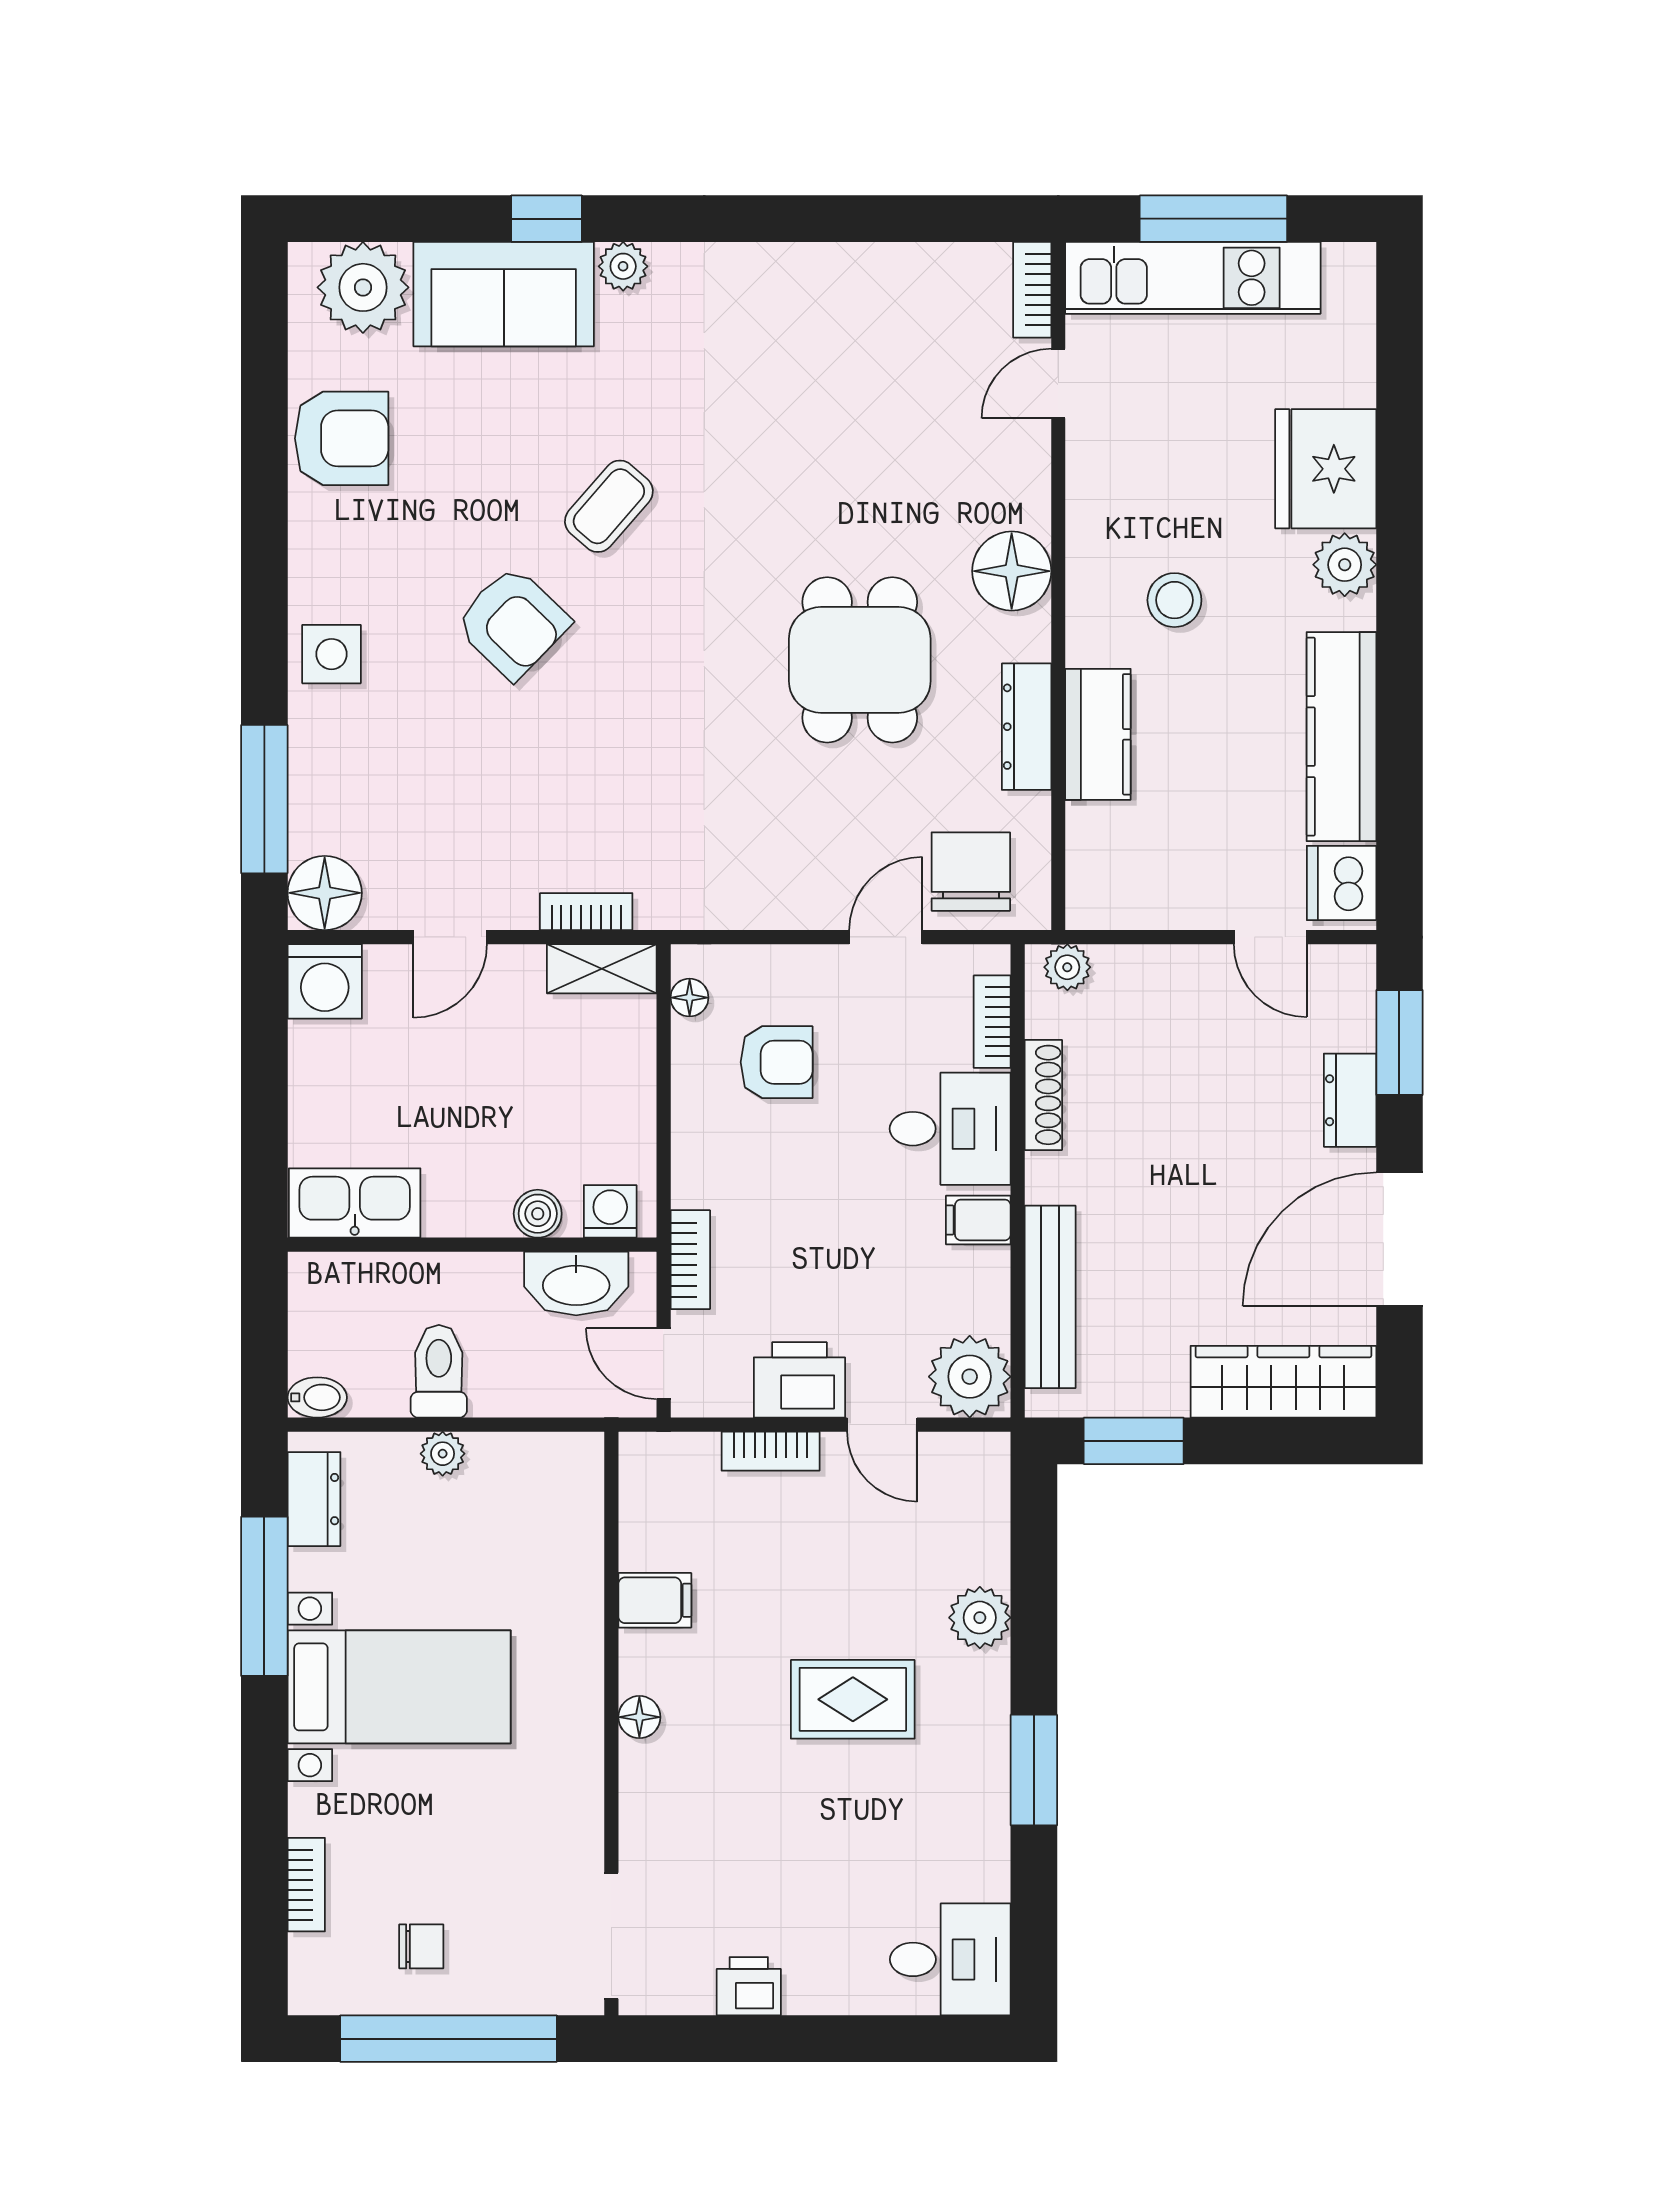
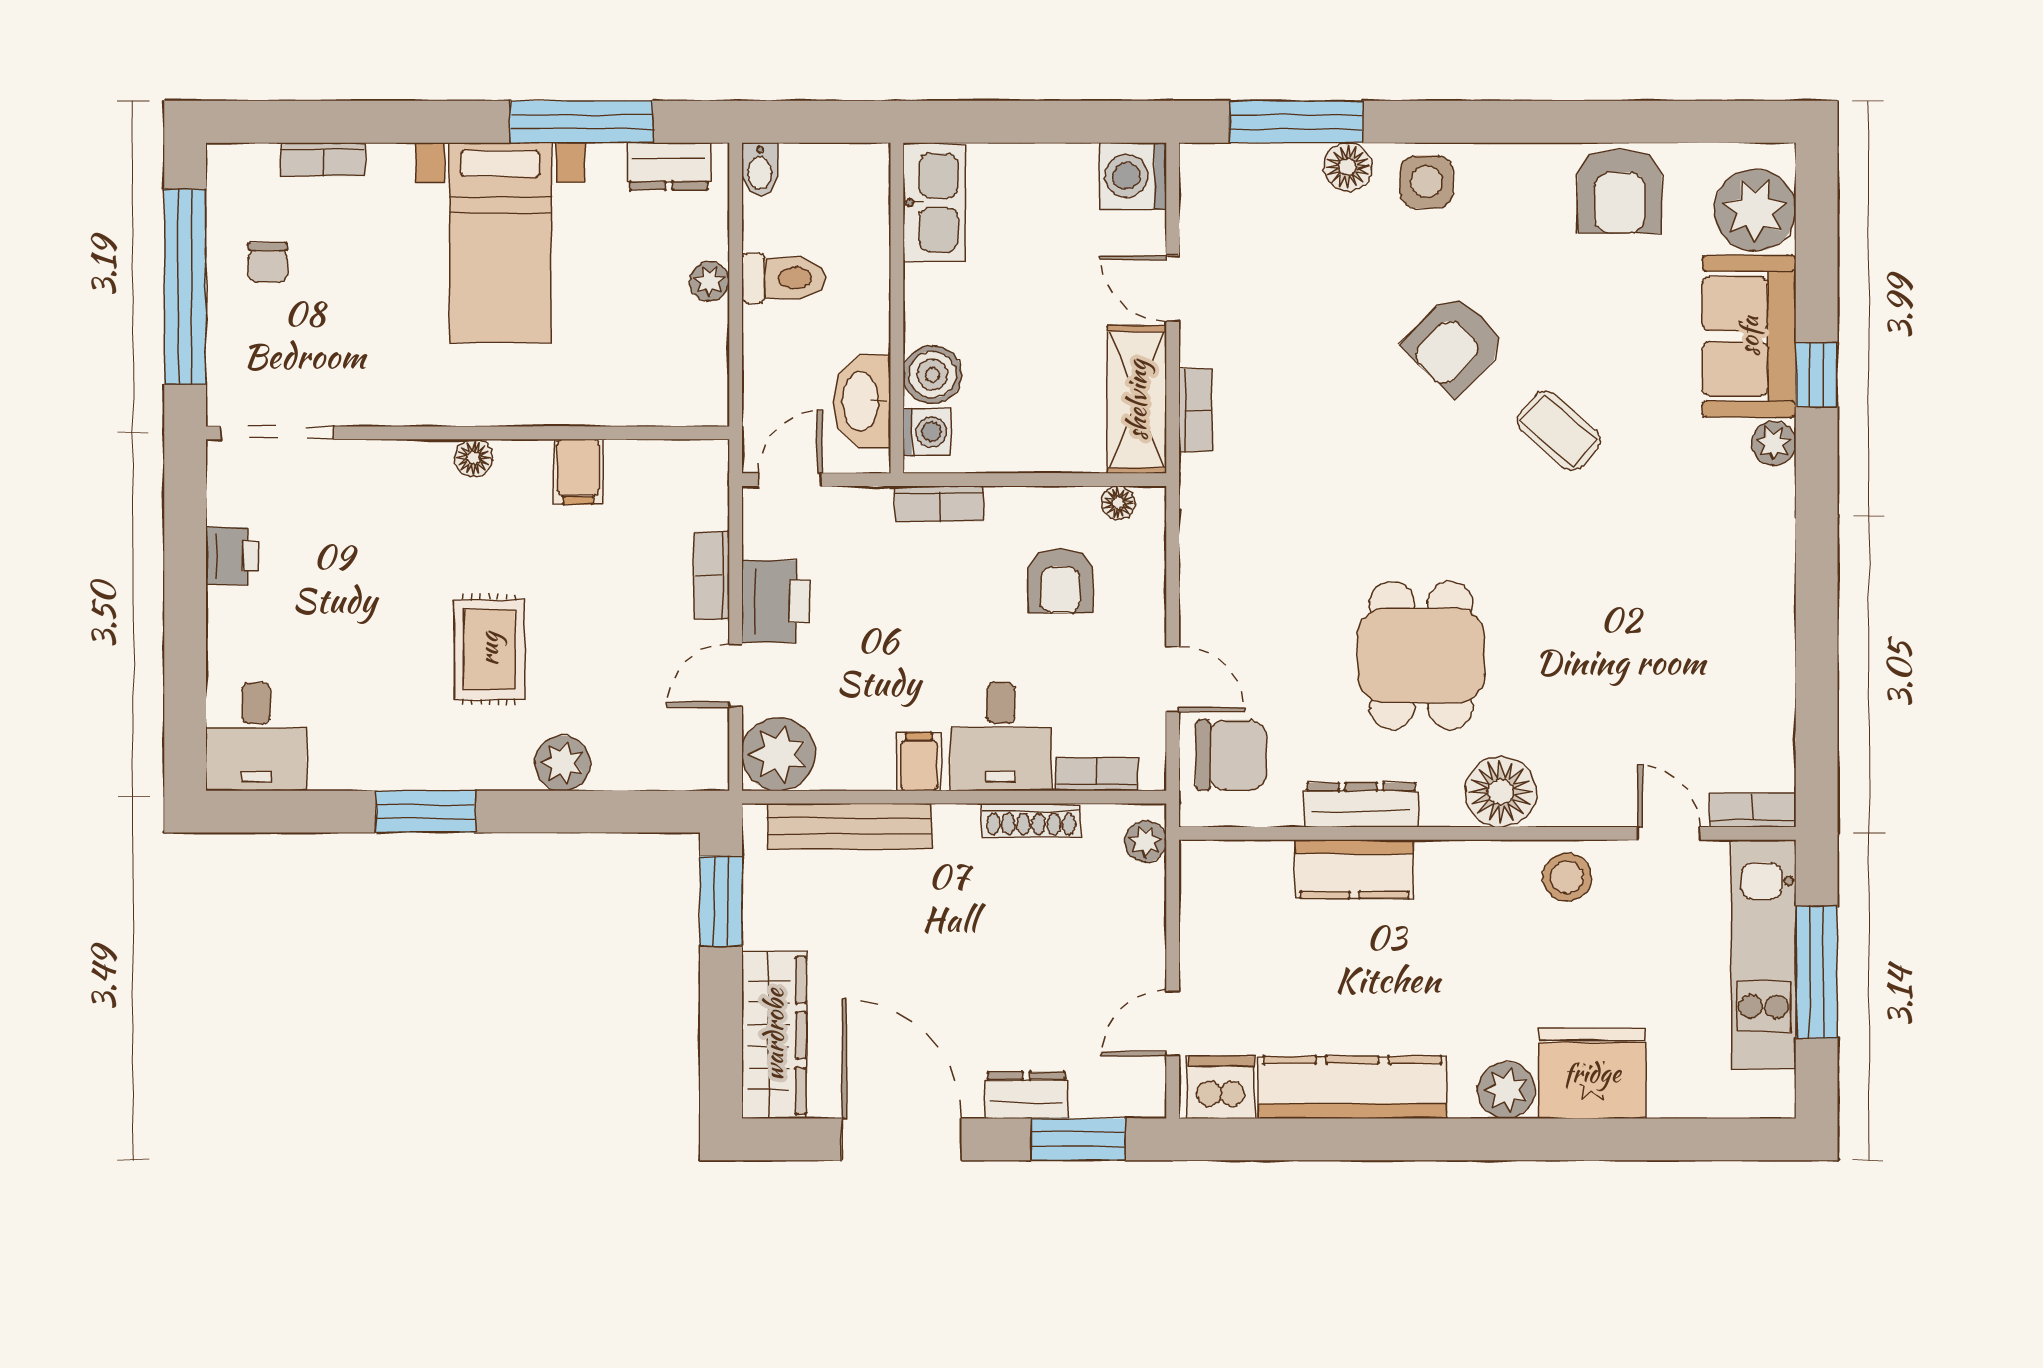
stool: (1174, 600) -> (1567, 877), moved
dining table: (860, 660) -> (1421, 655), turned 90
floor lamp: (325, 893) -> (1348, 167), moved, width x0.73, depth x0.73
shelving: (602, 969) -> (1137, 400), width x1.50, depth x1.33
boiler: (538, 1214) -> (932, 375), width x1.36, depth x1.36
bookcase: (690, 1260) -> (939, 504), moved

